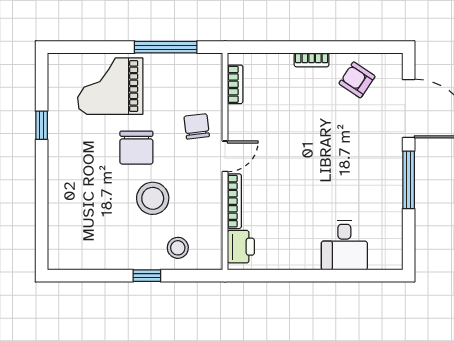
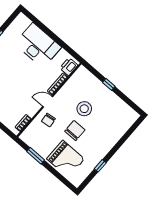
window: (166, 47) -> (36, 156), width x0.69
desk: (344, 245) -> (38, 45), width x1.87, depth x1.30
stool: (178, 248) -> (90, 85), removed

